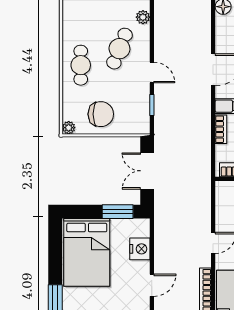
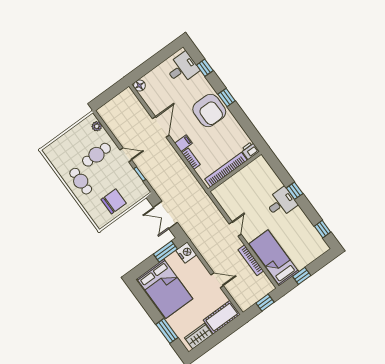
cafe table: (119, 49) -> (96, 155), turned 68
plant: (69, 128) -> (100, 223), removed
nightstand: (140, 249) -> (186, 253), moved
door: (152, 285) -> (217, 280), hinge flipped

